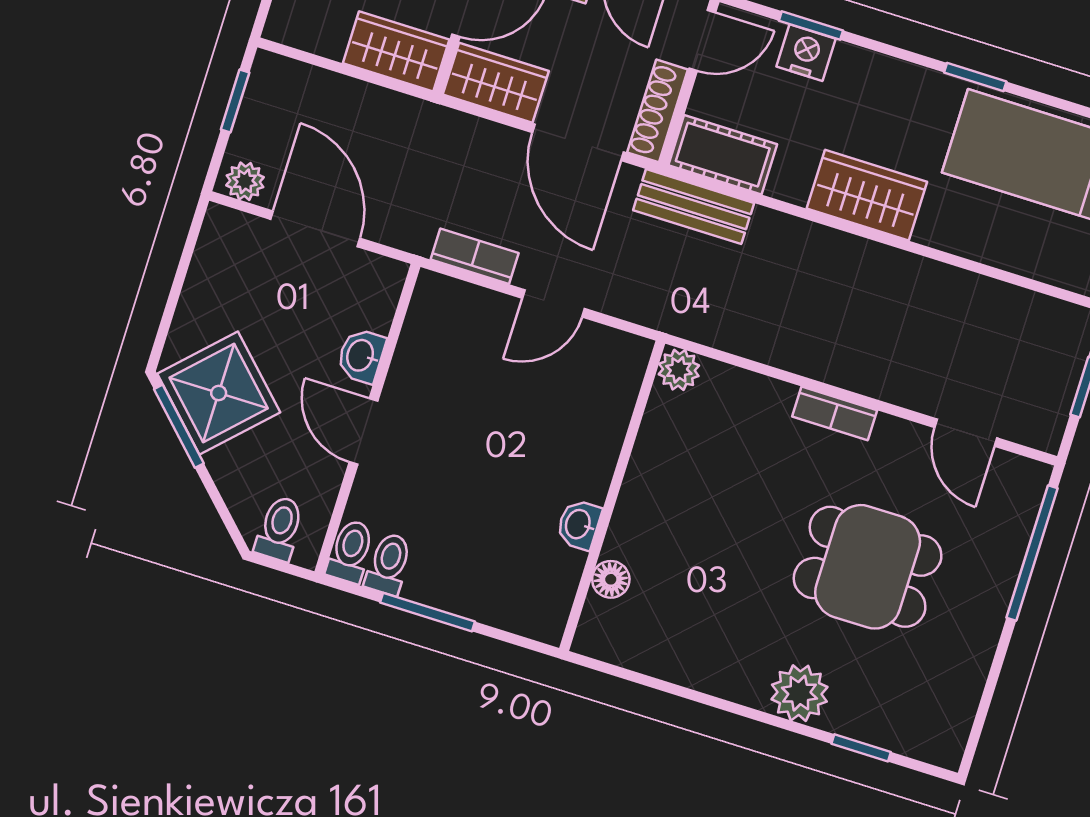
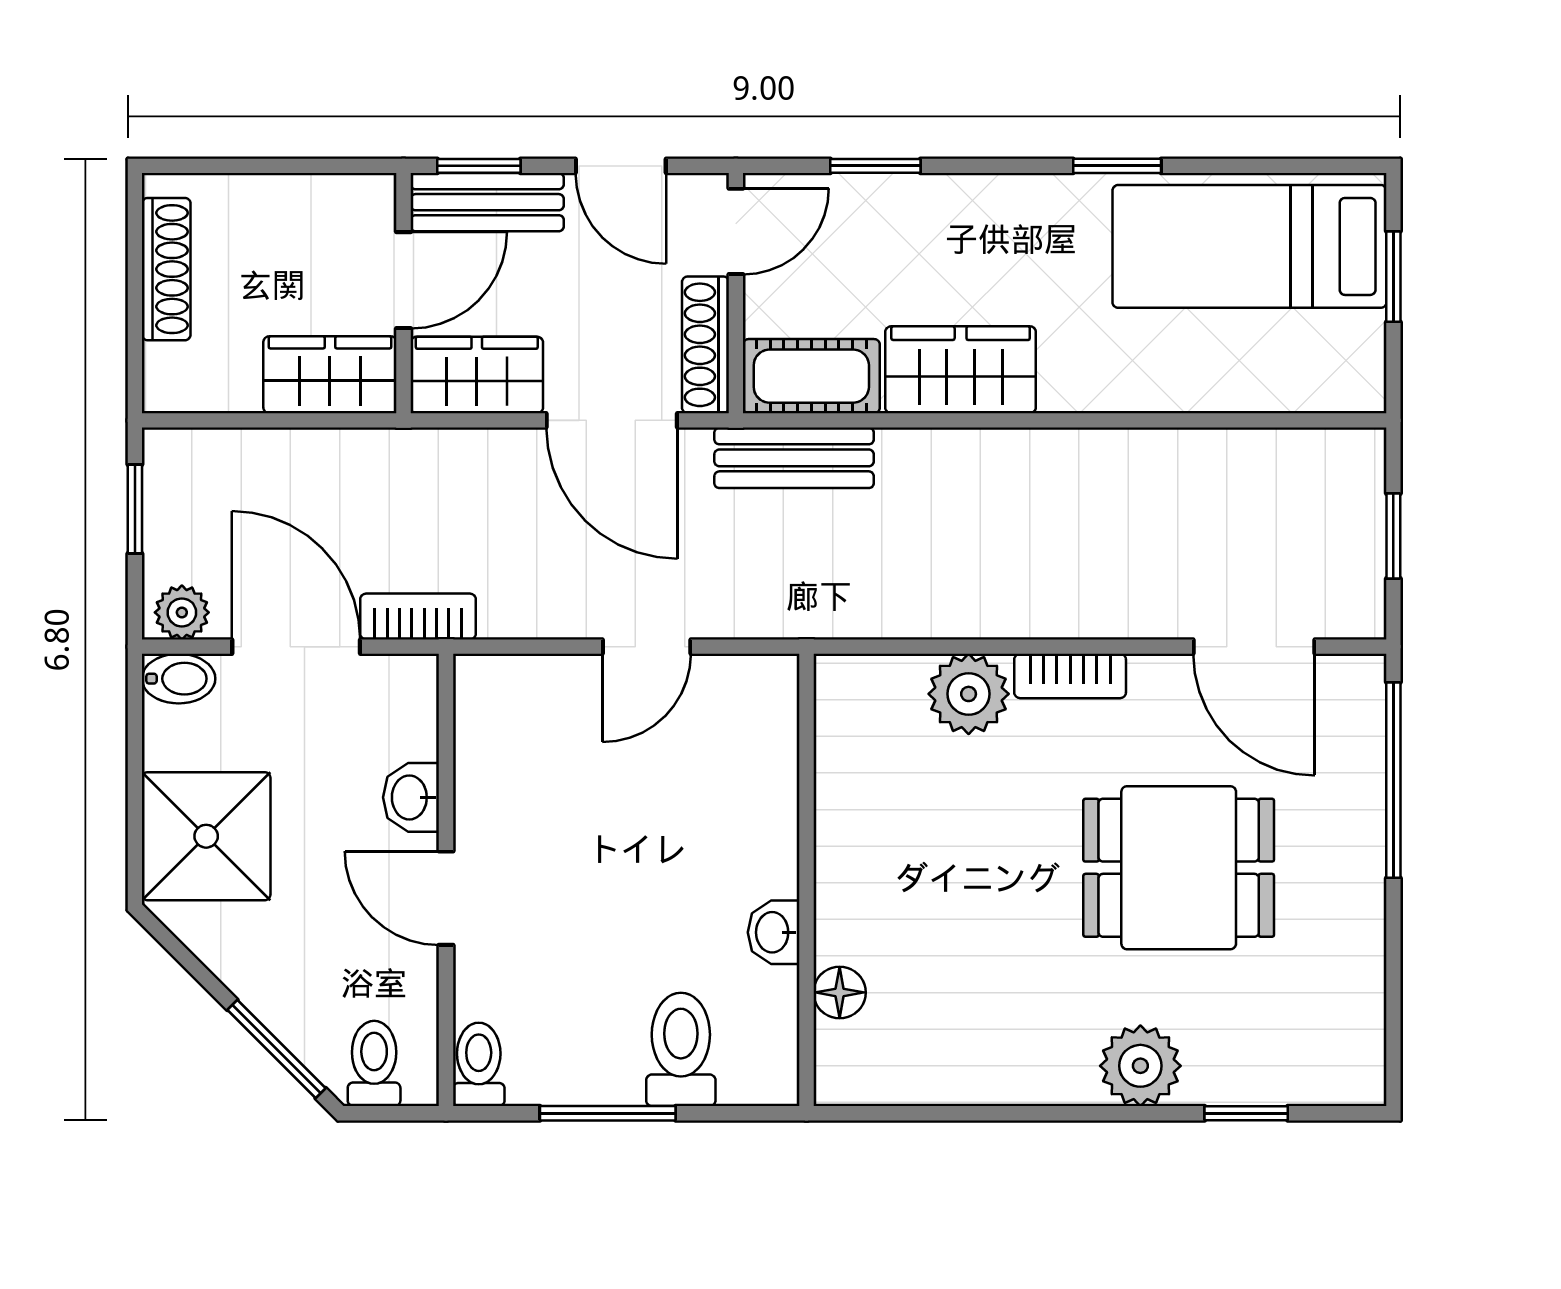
nightstand: (806, 53) -> (880, 204), removed
wardrobe: (867, 195) -> (961, 370), moved
bidet: (229, 225) -> (179, 679), added
bookcase: (475, 256) -> (418, 617), moved
plant: (679, 370) -> (969, 694), moved, width x1.38, depth x1.38
shower: (219, 393) -> (206, 836), moved, turned 45
window: (179, 426) -> (277, 1049), moved
door: (966, 433) -> (1254, 647), width x1.38
toilet: (389, 564) -> (681, 1049), moved, width x1.37, depth x1.39

